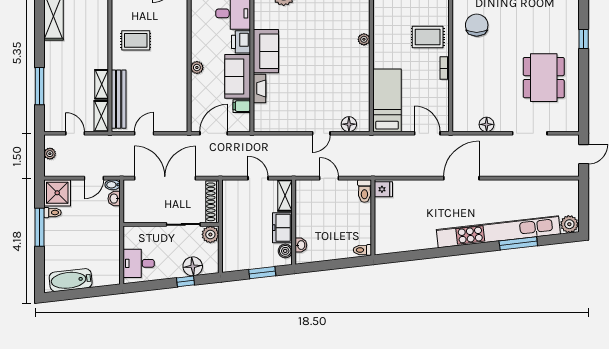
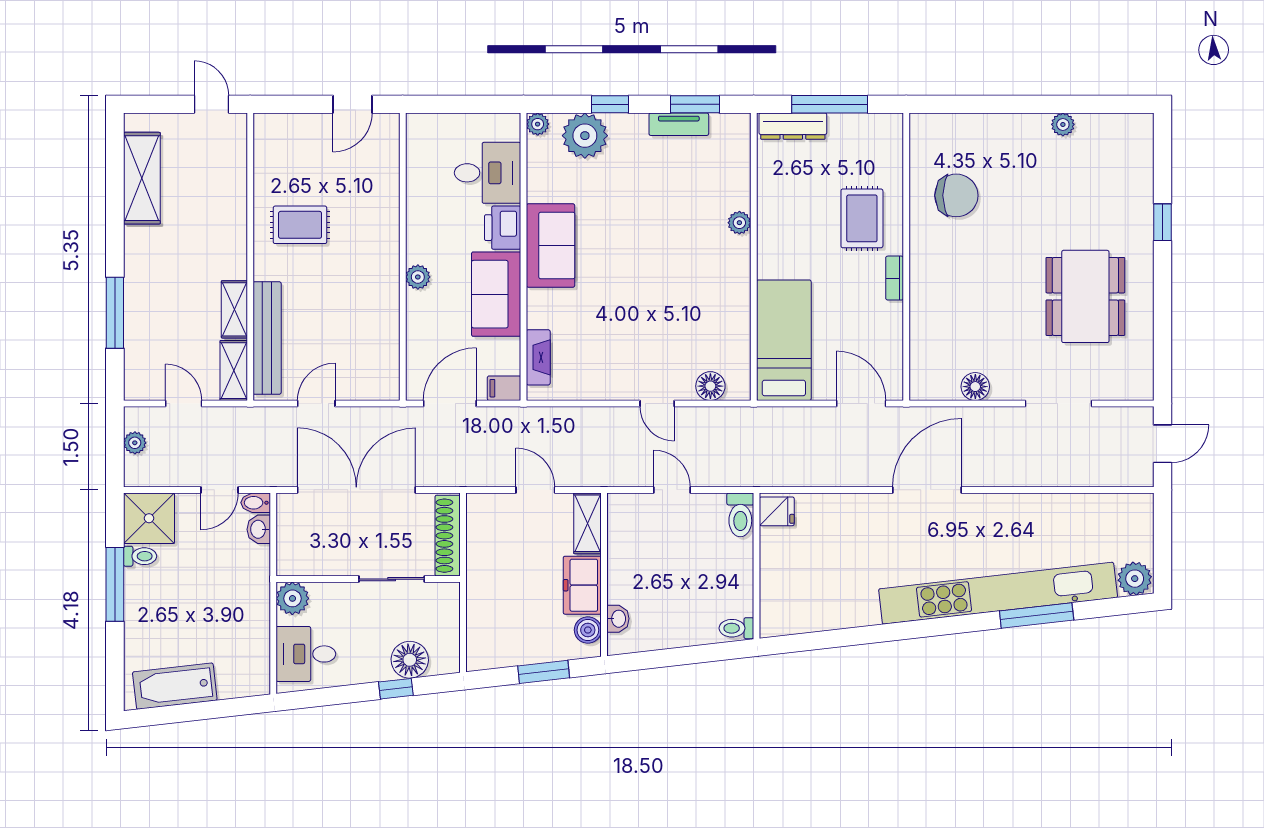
chair: (477, 25) -> (956, 195), turned 90
rug: (428, 37) -> (862, 218), turned 90
fireplace: (259, 88) -> (538, 357), moved
filing cabinet: (242, 106) -> (504, 388), moved
door: (321, 133) -> (657, 404), hinge flipped
plant: (210, 234) -> (292, 598), moved

